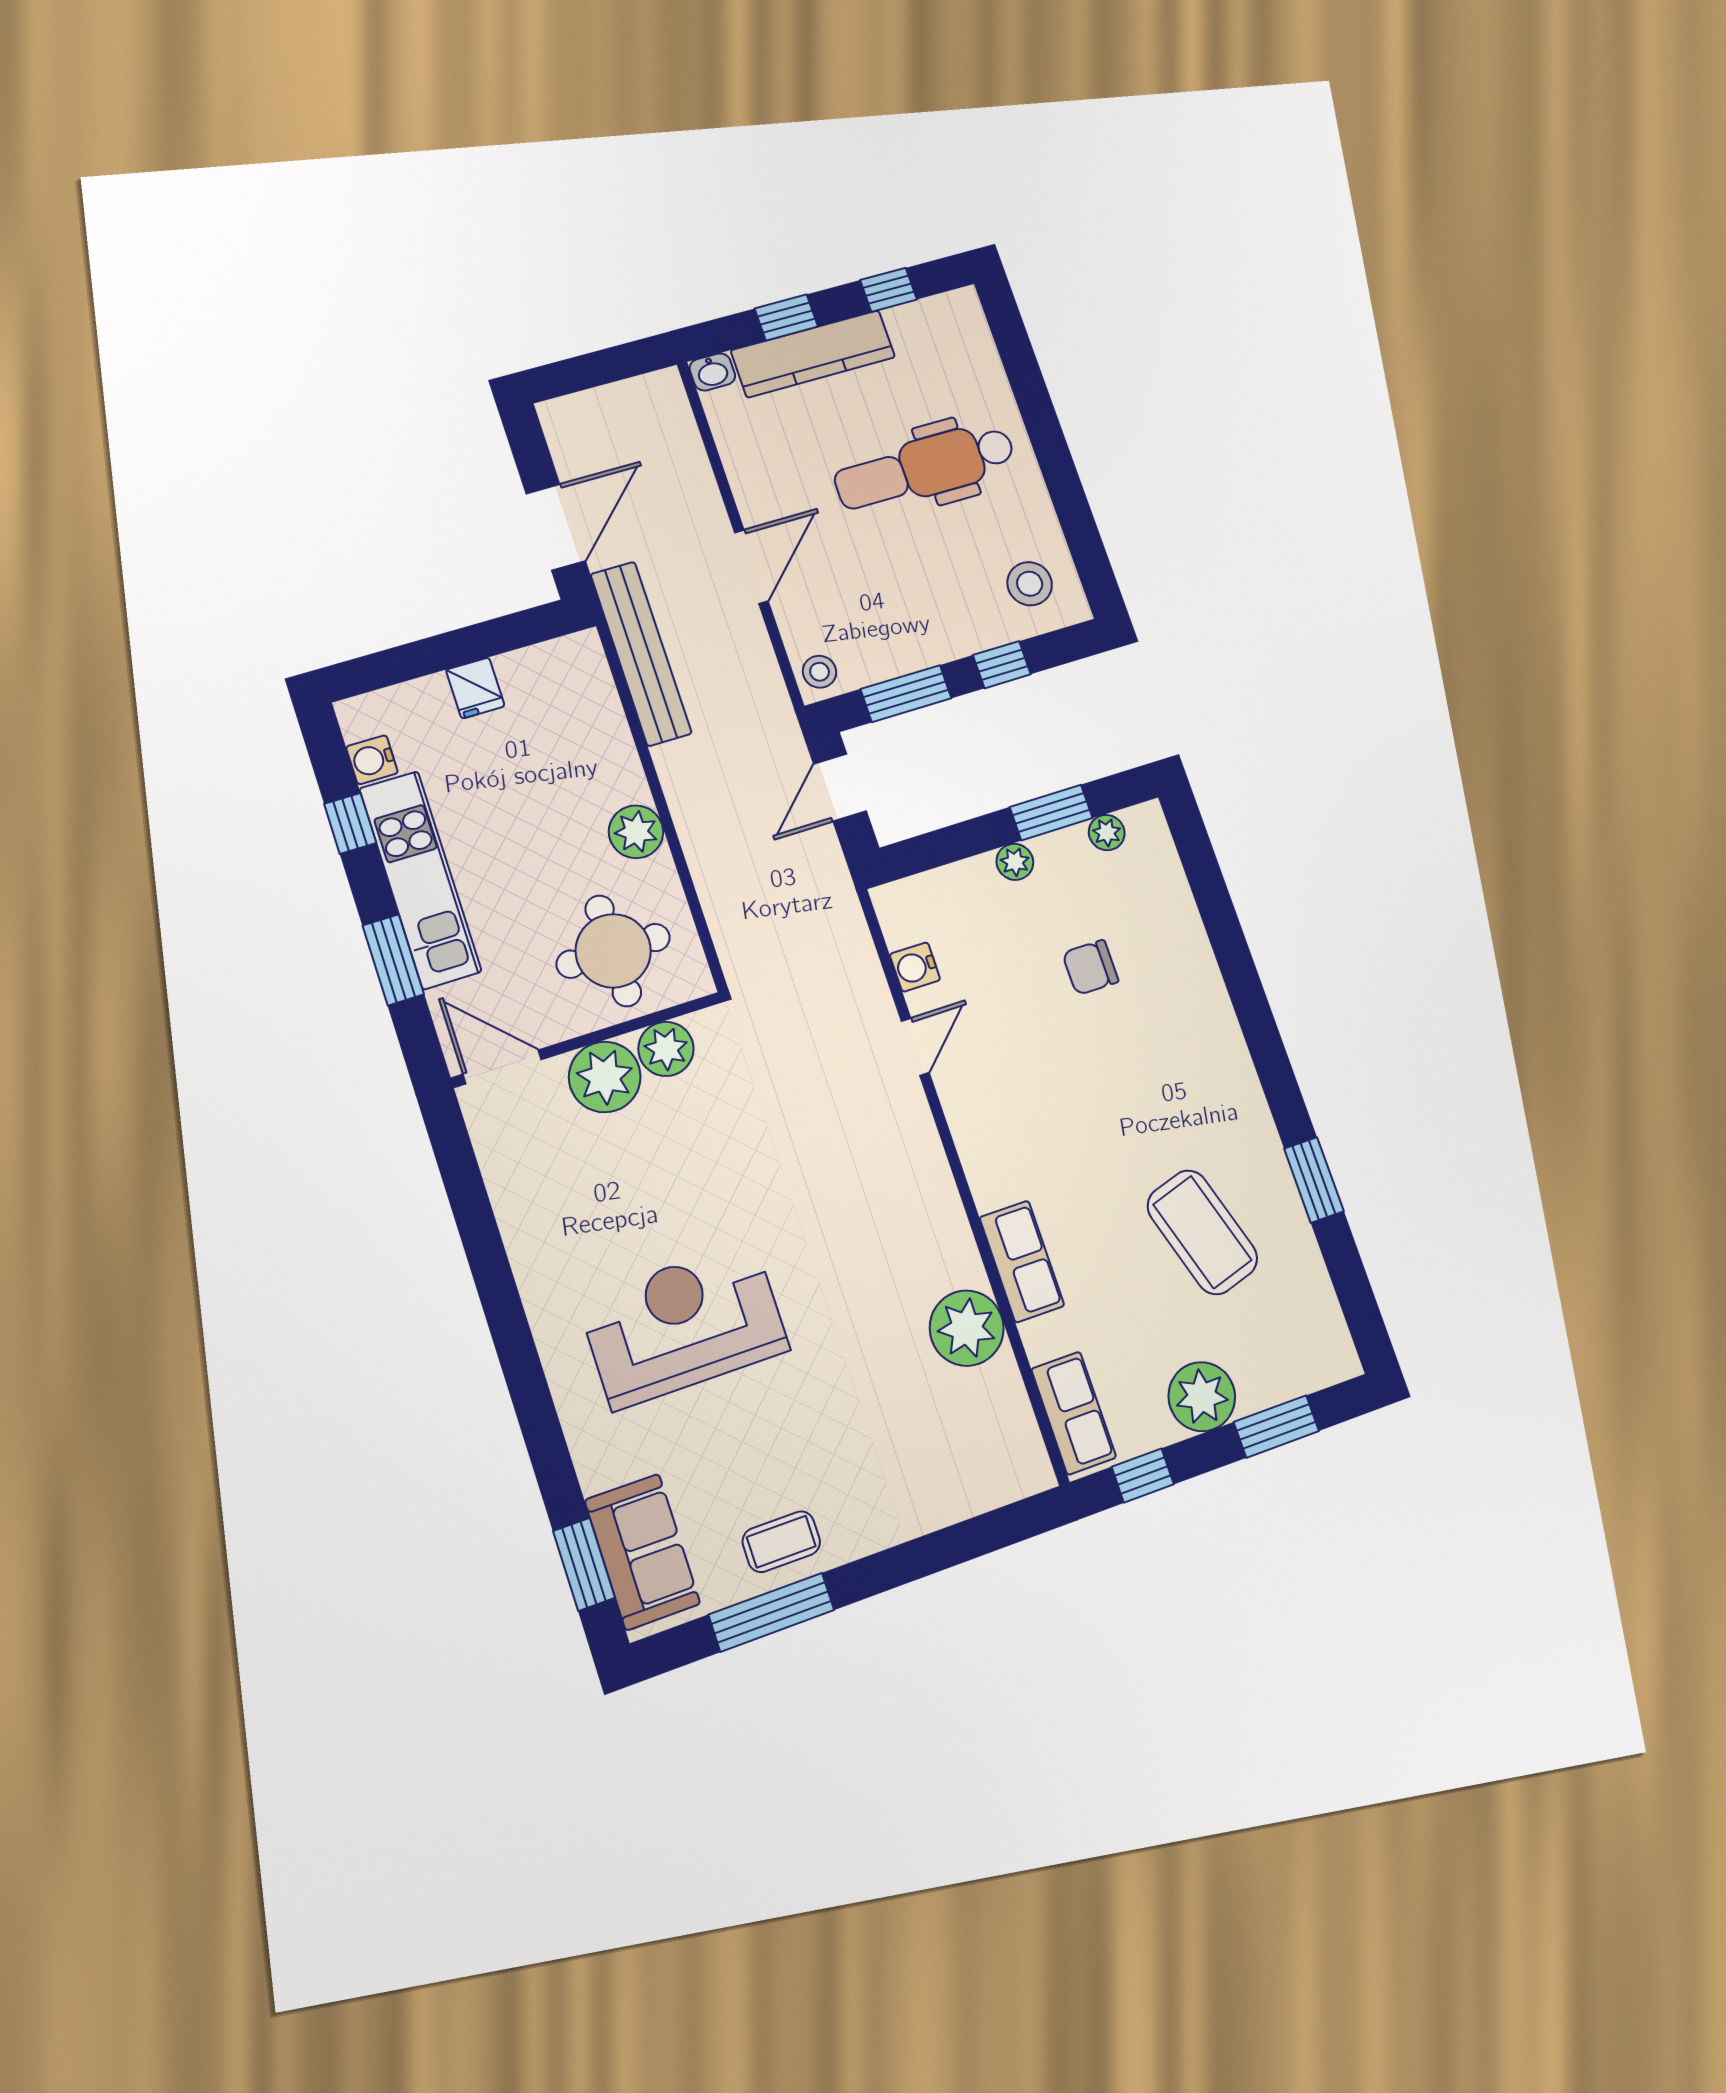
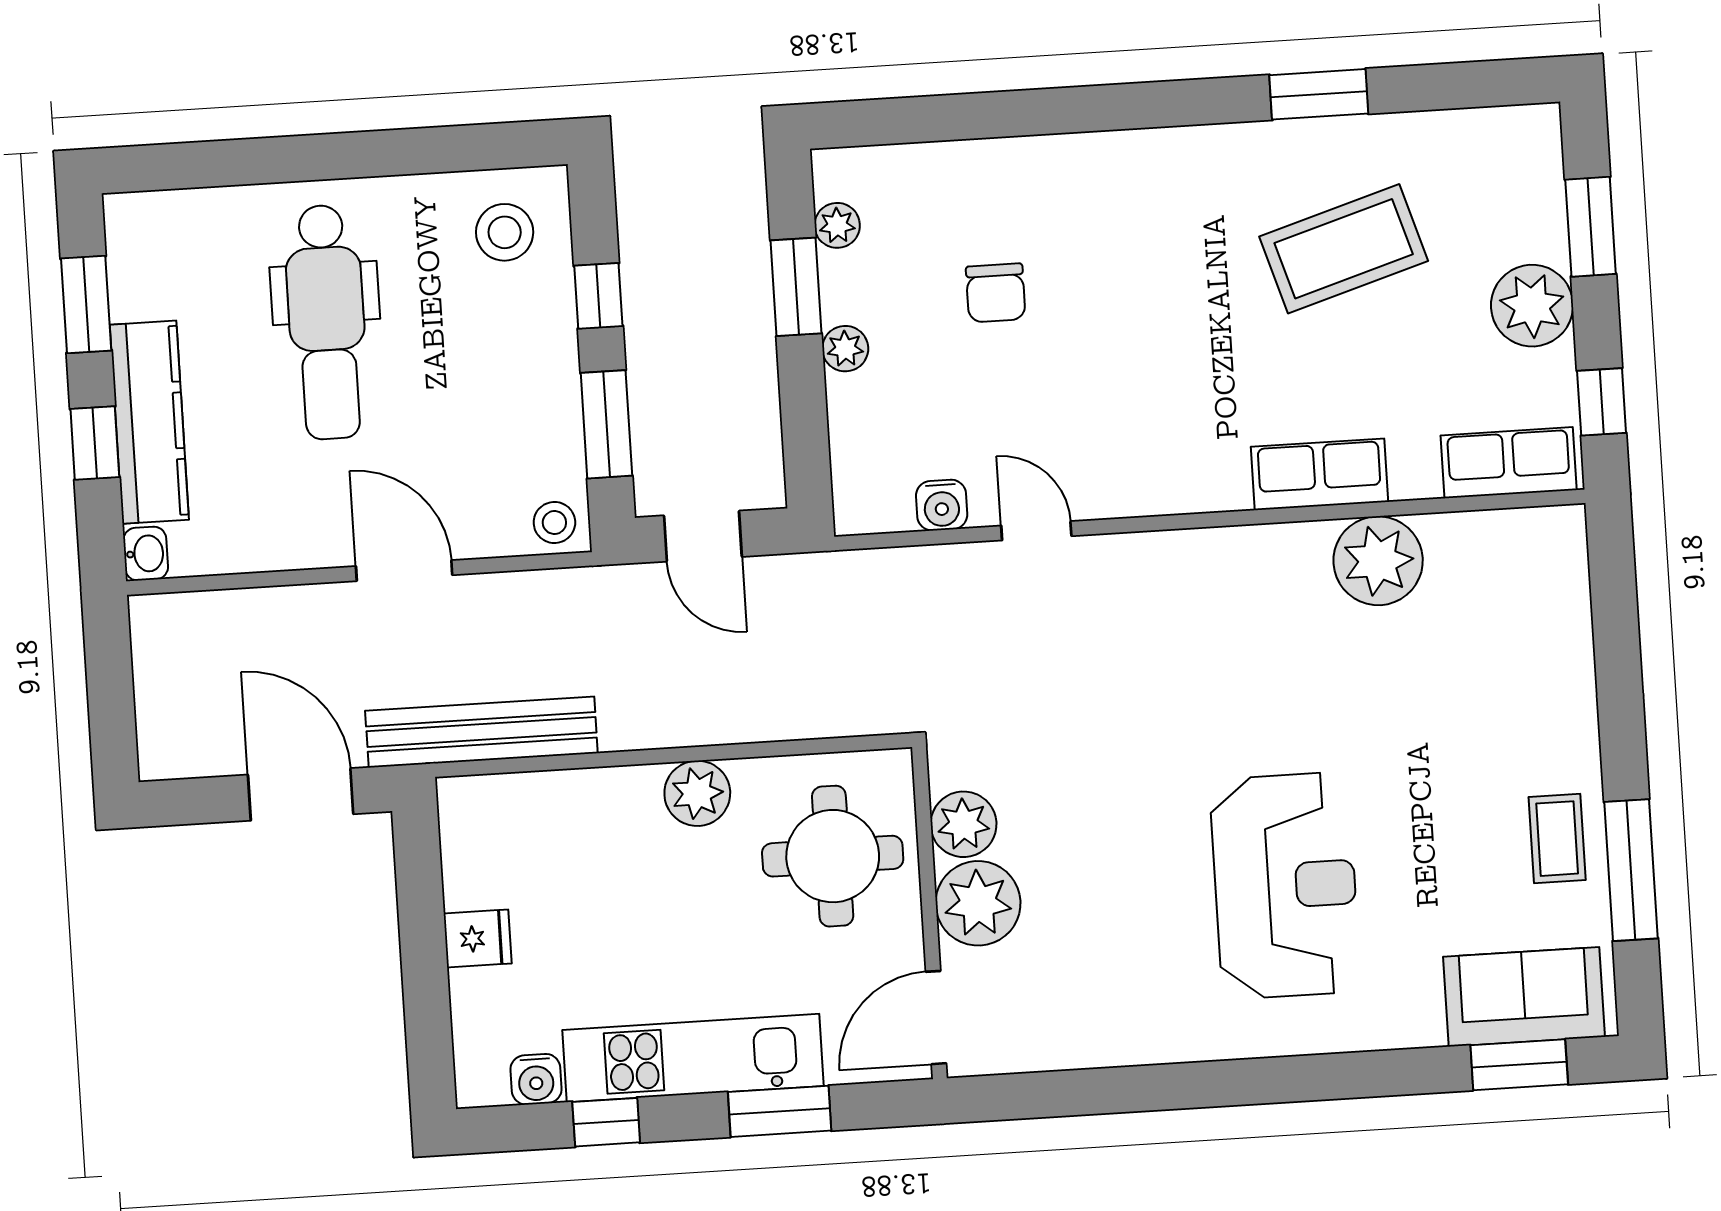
window: (888, 290) -> (86, 304), width x1.50
reception desk: (684, 1325) -> (1285, 886), turned 180

